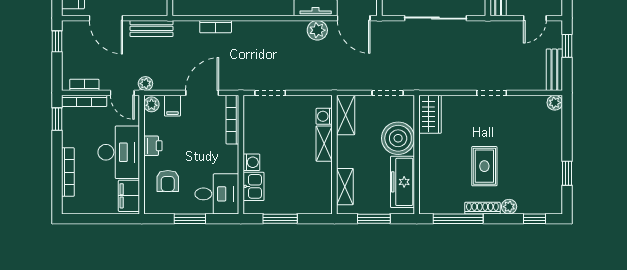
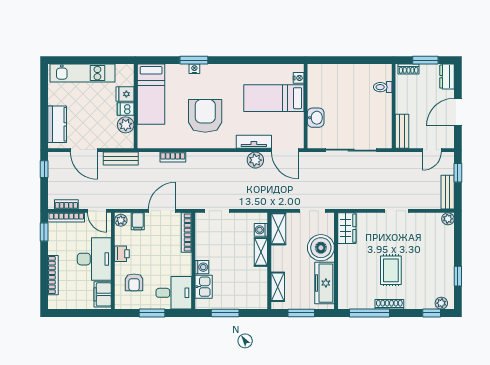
plant: (145, 84) -> (116, 203), removed
plant: (509, 207) -> (441, 303), moved

